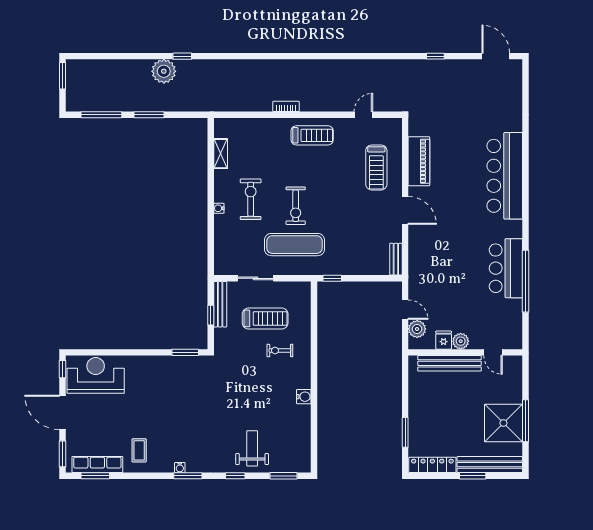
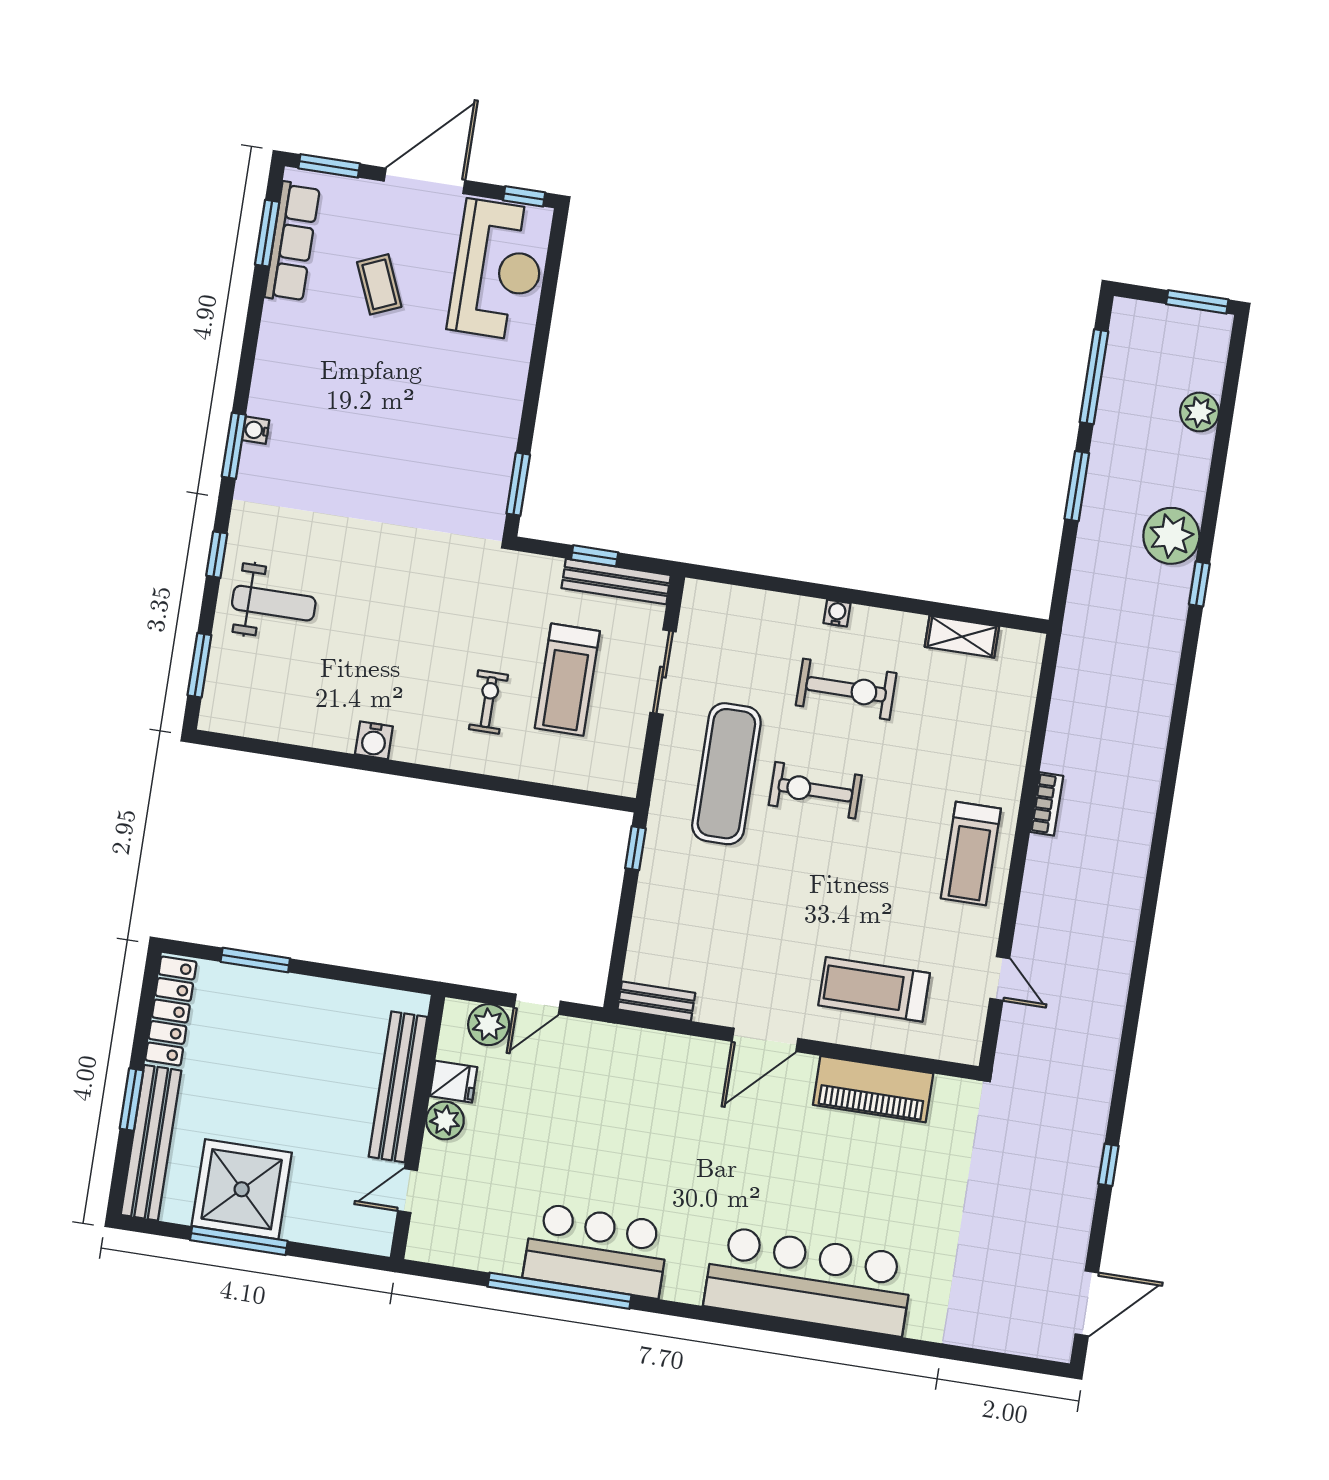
plant: (109, 68) -> (1199, 412), added
coffee table: (139, 450) -> (379, 284), moved, turned 67

